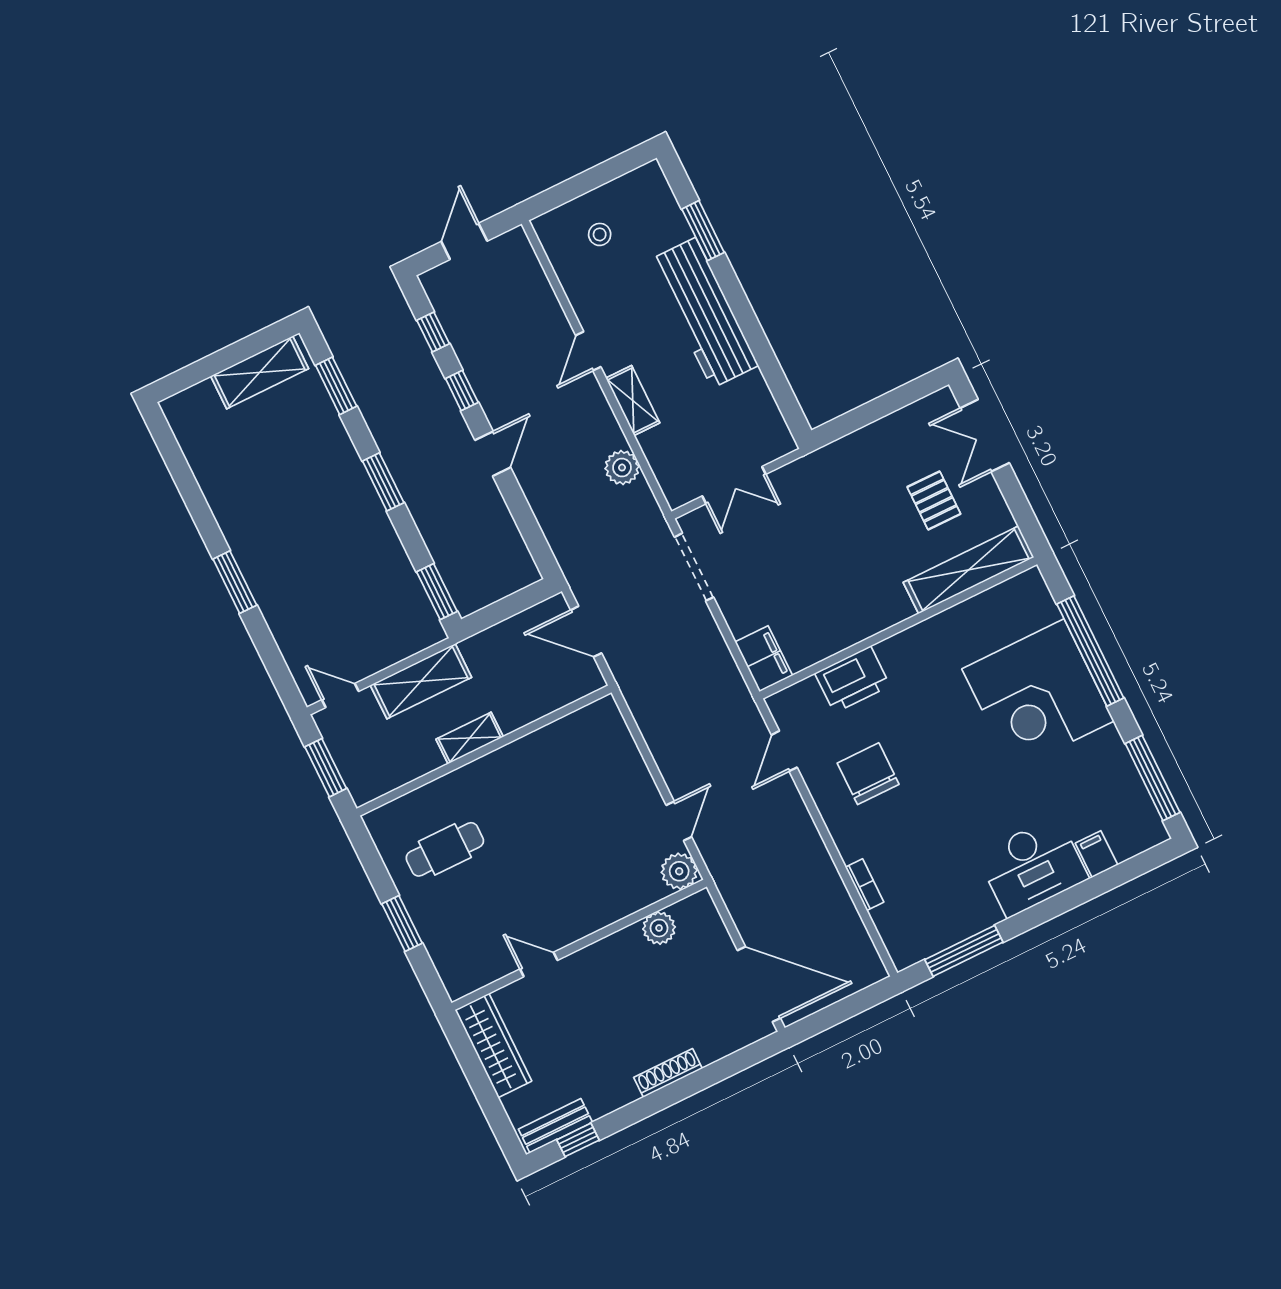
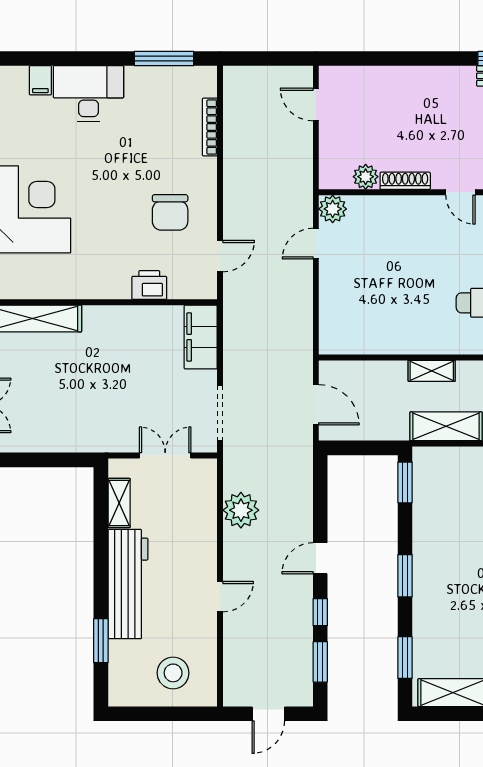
stool: (600, 234) -> (173, 673), width x1.89, depth x1.89
window: (433, 332) -> (320, 662), width x1.50
shelving: (633, 400) -> (119, 503), moved
plant: (622, 468) -> (241, 510), width x1.36, depth x1.36
pallet: (934, 500) -> (33, 378), removed
filing cabinet: (764, 659) -> (201, 337), width x1.50, depth x1.17
printer: (852, 680) -> (149, 285), width x0.73, depth x0.84
bookcase: (865, 885) -> (210, 127), width x1.56
door: (759, 984) -> (316, 104), width x0.53
shoe rack: (668, 1073) -> (405, 181), moved, turned 180

